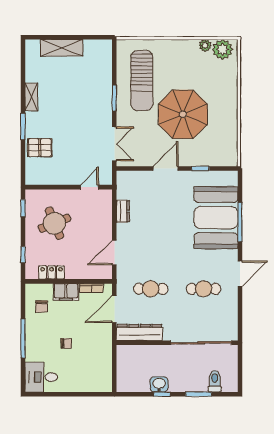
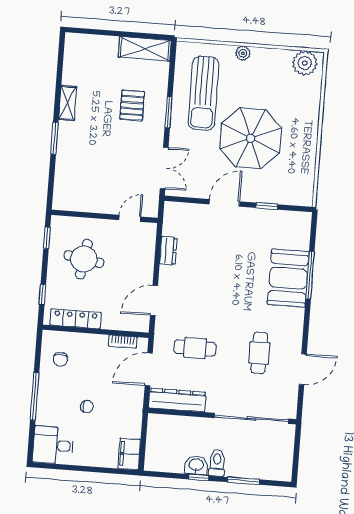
plant: (205, 45) -> (243, 53), moved
shelving: (62, 48) -> (145, 49), moved
pallet: (40, 148) -> (132, 105), moved, turned 90
booth: (216, 218) -> (288, 278), width x0.73, depth x0.70
round table: (54, 223) -> (84, 259), turned 31
locker: (52, 272) -> (76, 319), width x1.53
door: (240, 274) -> (303, 369), moved
cafe table: (204, 289) -> (259, 353), turned 90
filing cabinet: (66, 292) -> (129, 454), moved, turned 90
toilet: (215, 381) -> (217, 463), moved

